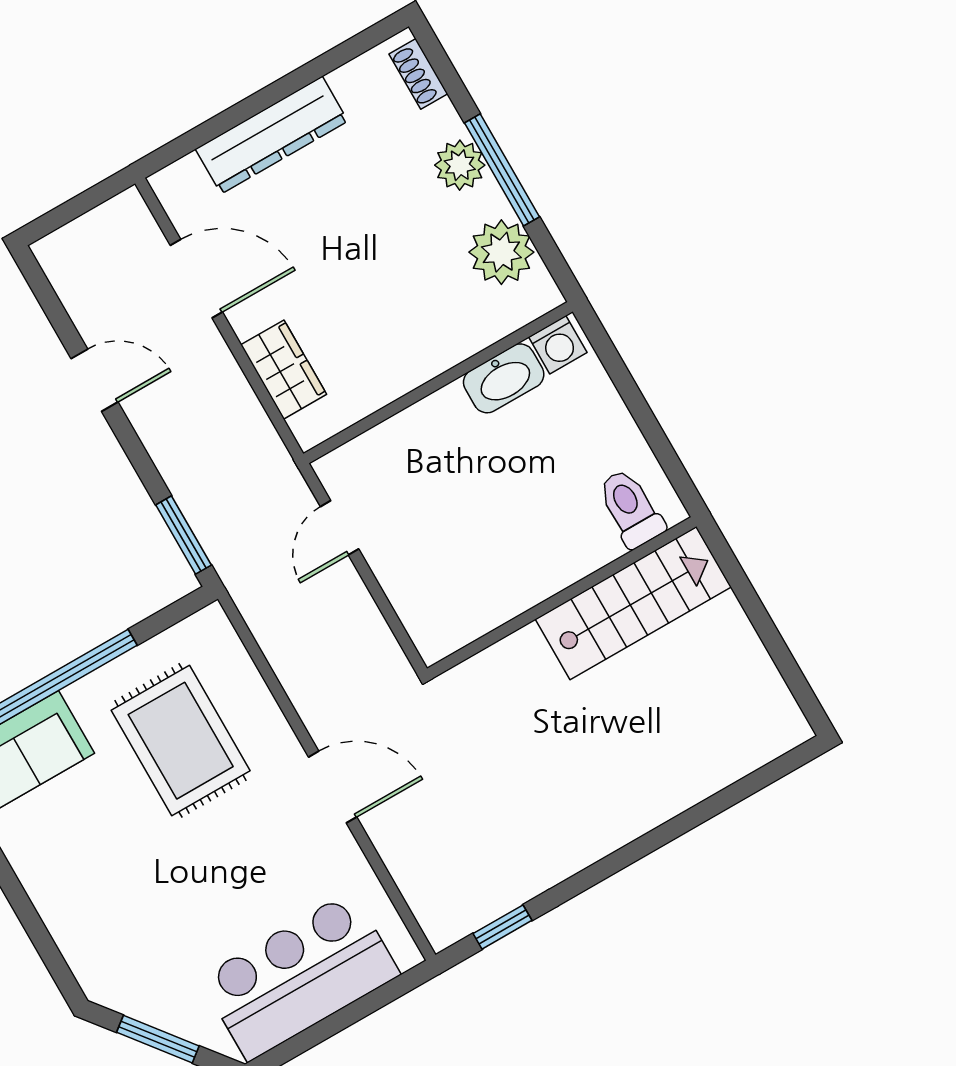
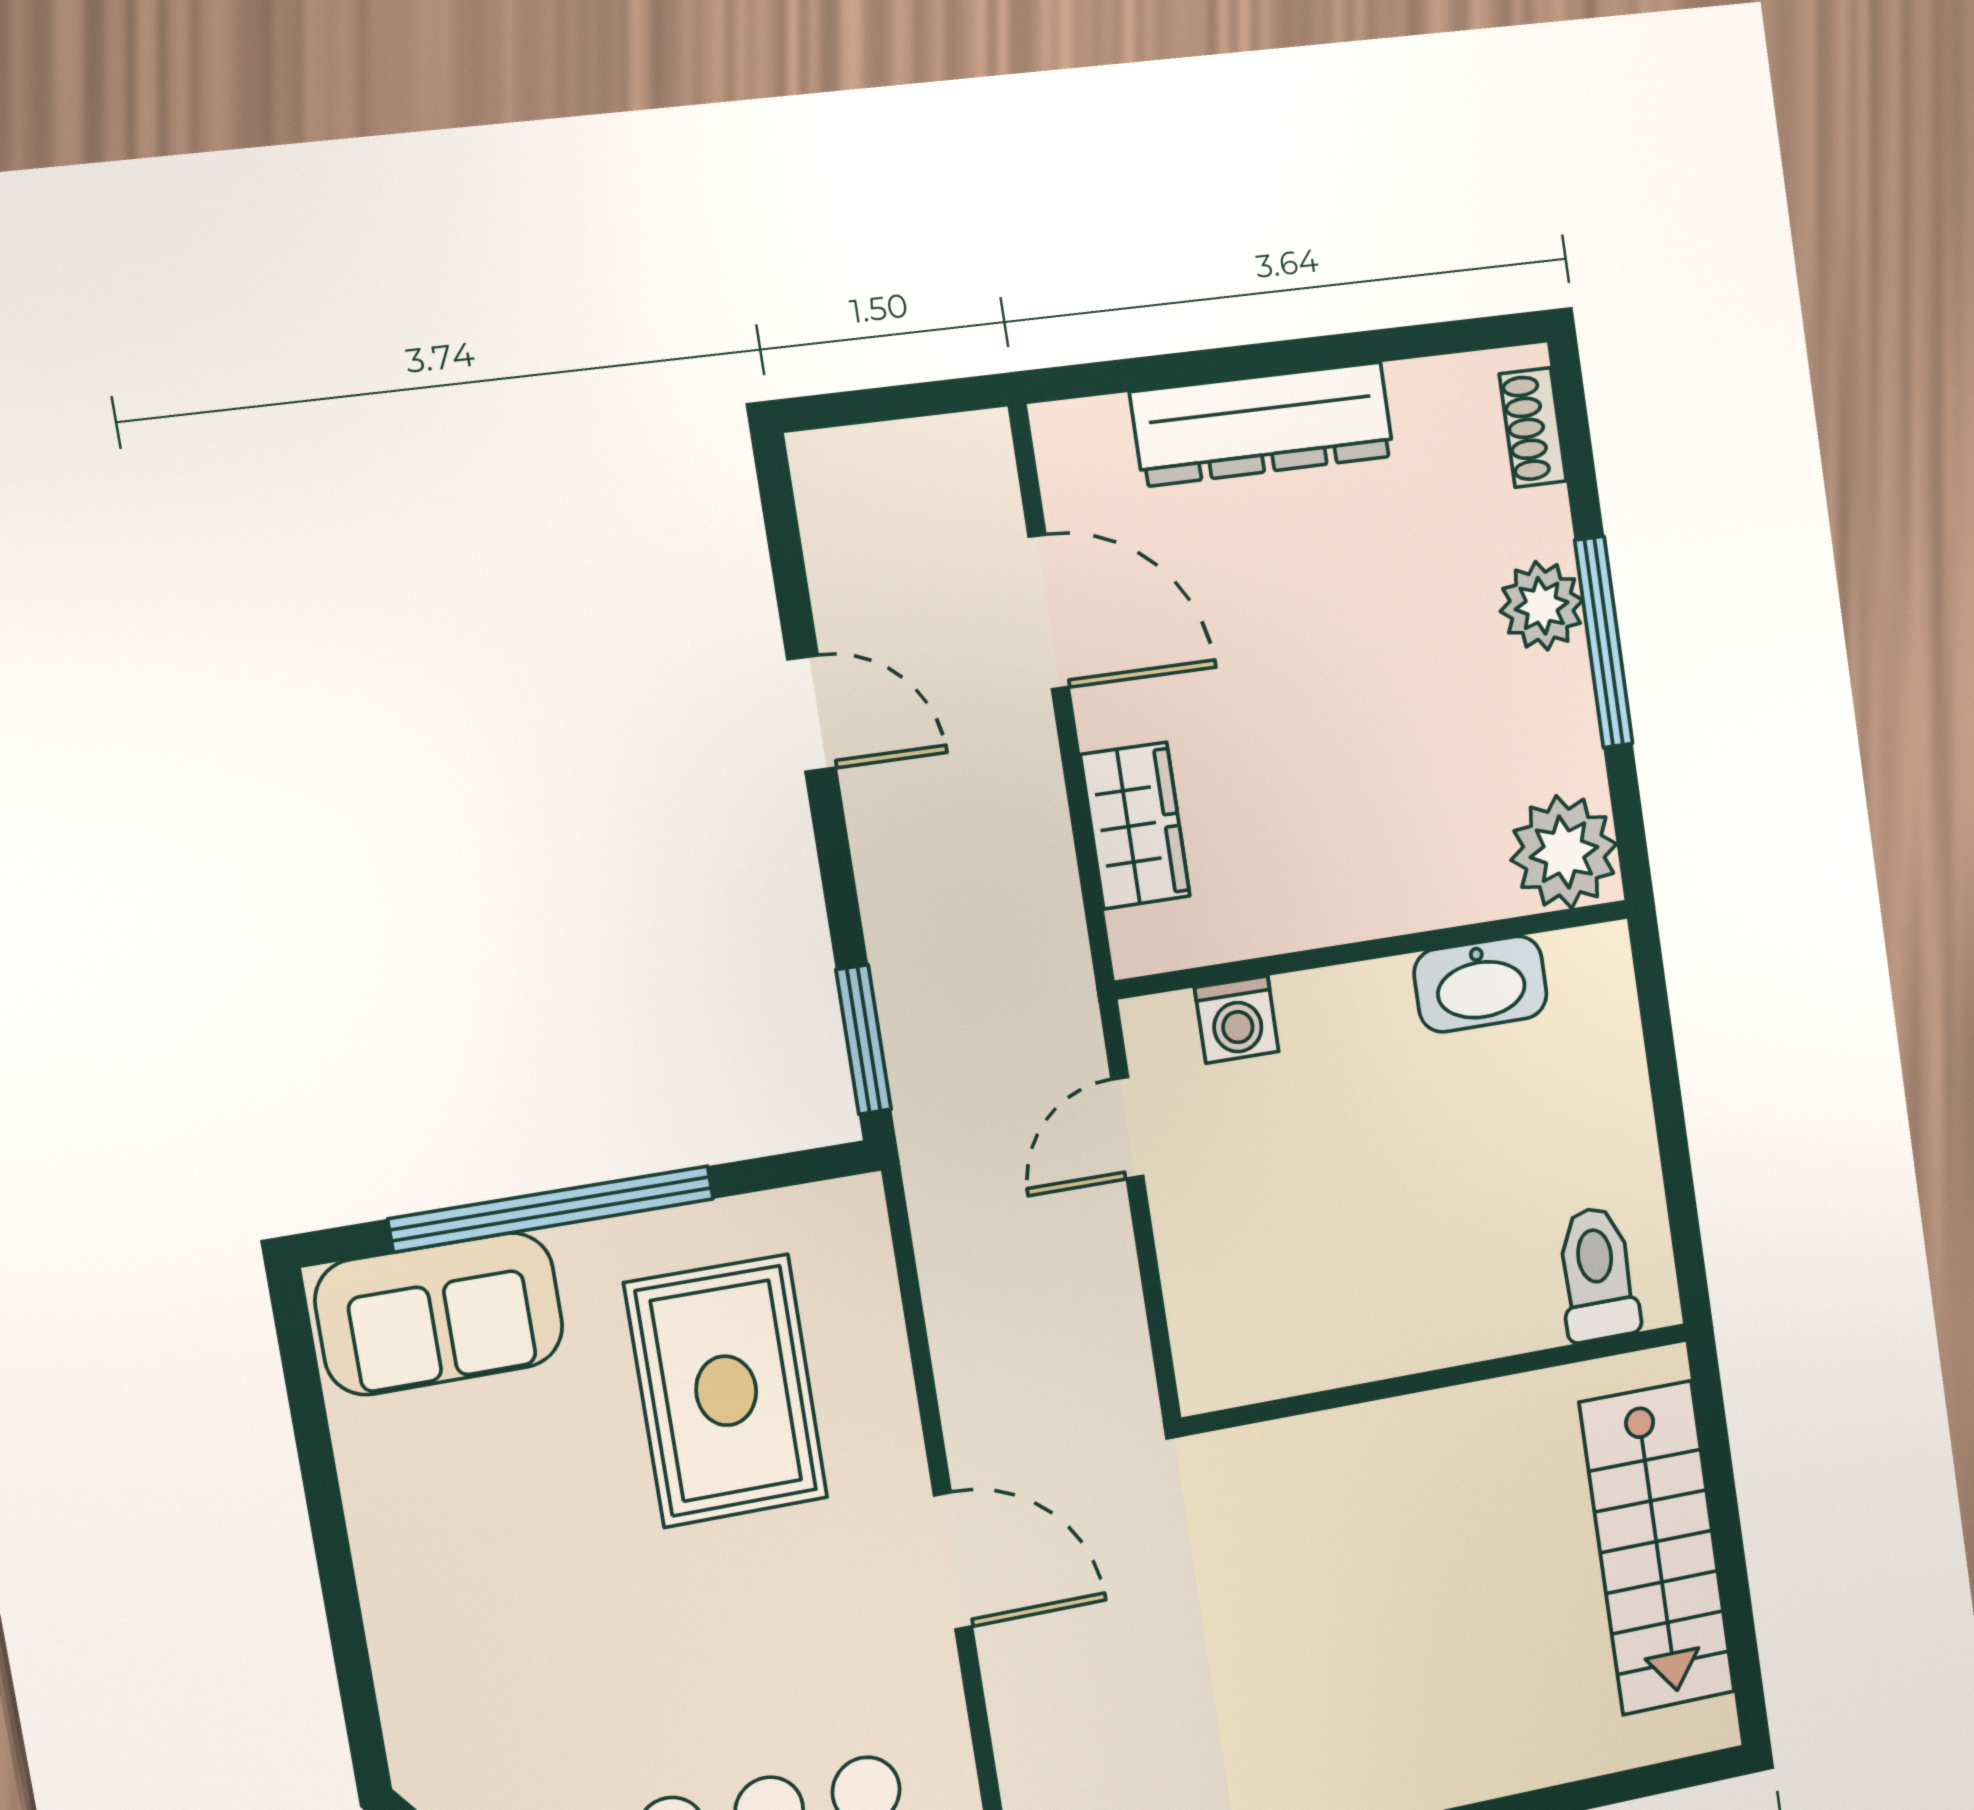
plant: (501, 252) -> (1564, 852), moved
washing machine: (558, 345) -> (1237, 1020), moved
stairs: (633, 603) -> (1657, 1548), moved, turned 90

